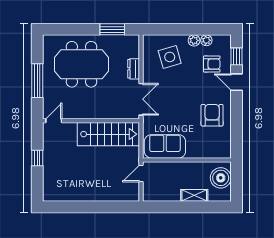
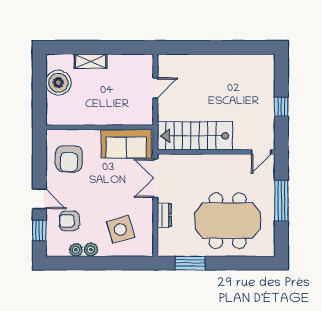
sofa: (165, 146) -> (126, 144), moved
wall: (187, 160) -> (100, 127), moved

